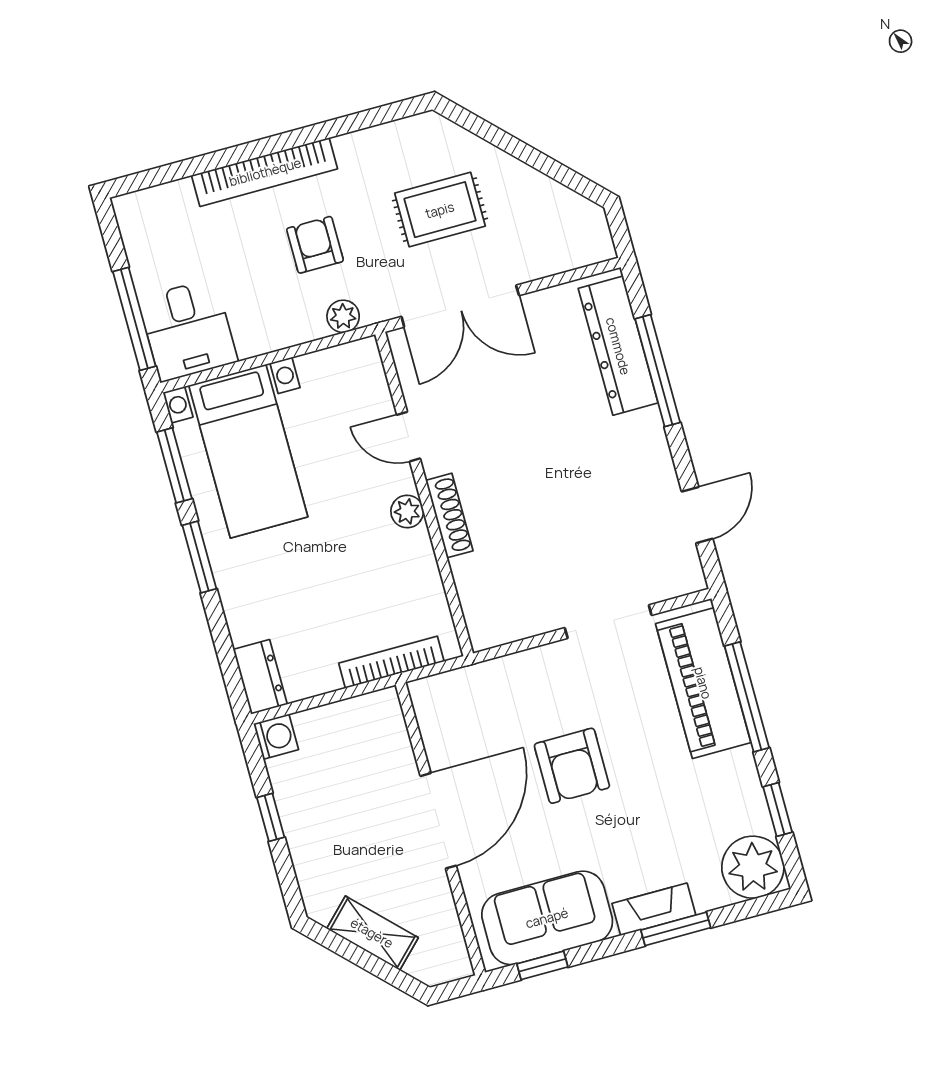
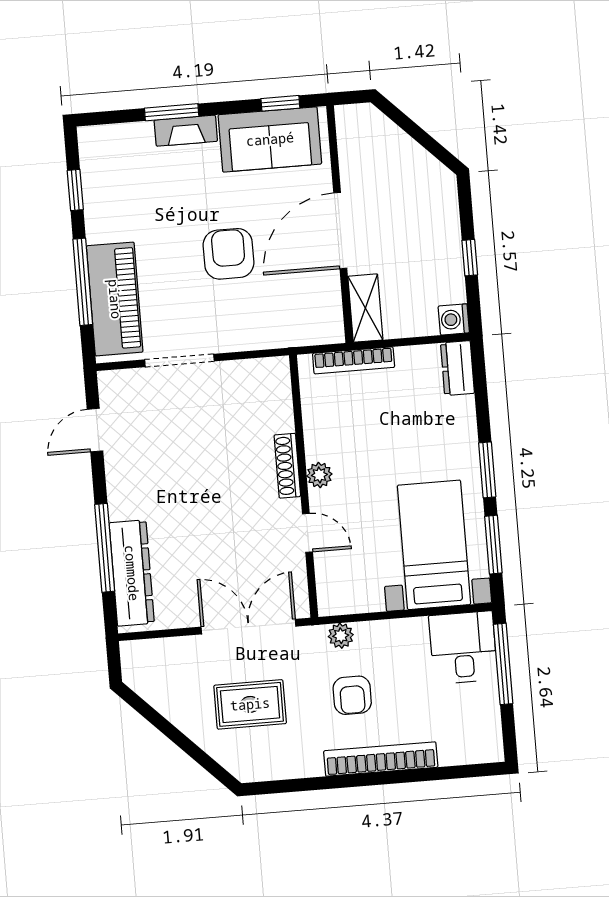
plant: (753, 867) -> (103, 149), removed
shelving: (372, 933) -> (365, 308), moved, turned 45

